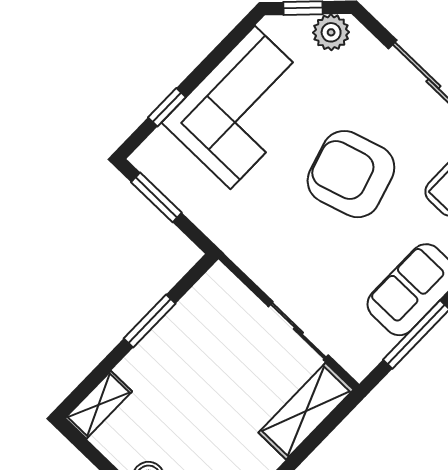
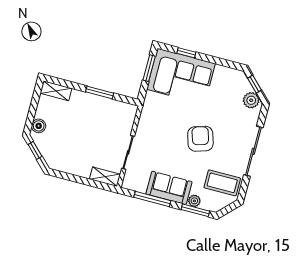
corner sofa: (243, 108) -> (181, 76), moved
armchair: (351, 174) -> (200, 139), width x0.73, depth x0.73
shelving: (306, 411) -> (105, 177), width x0.67, depth x0.75

